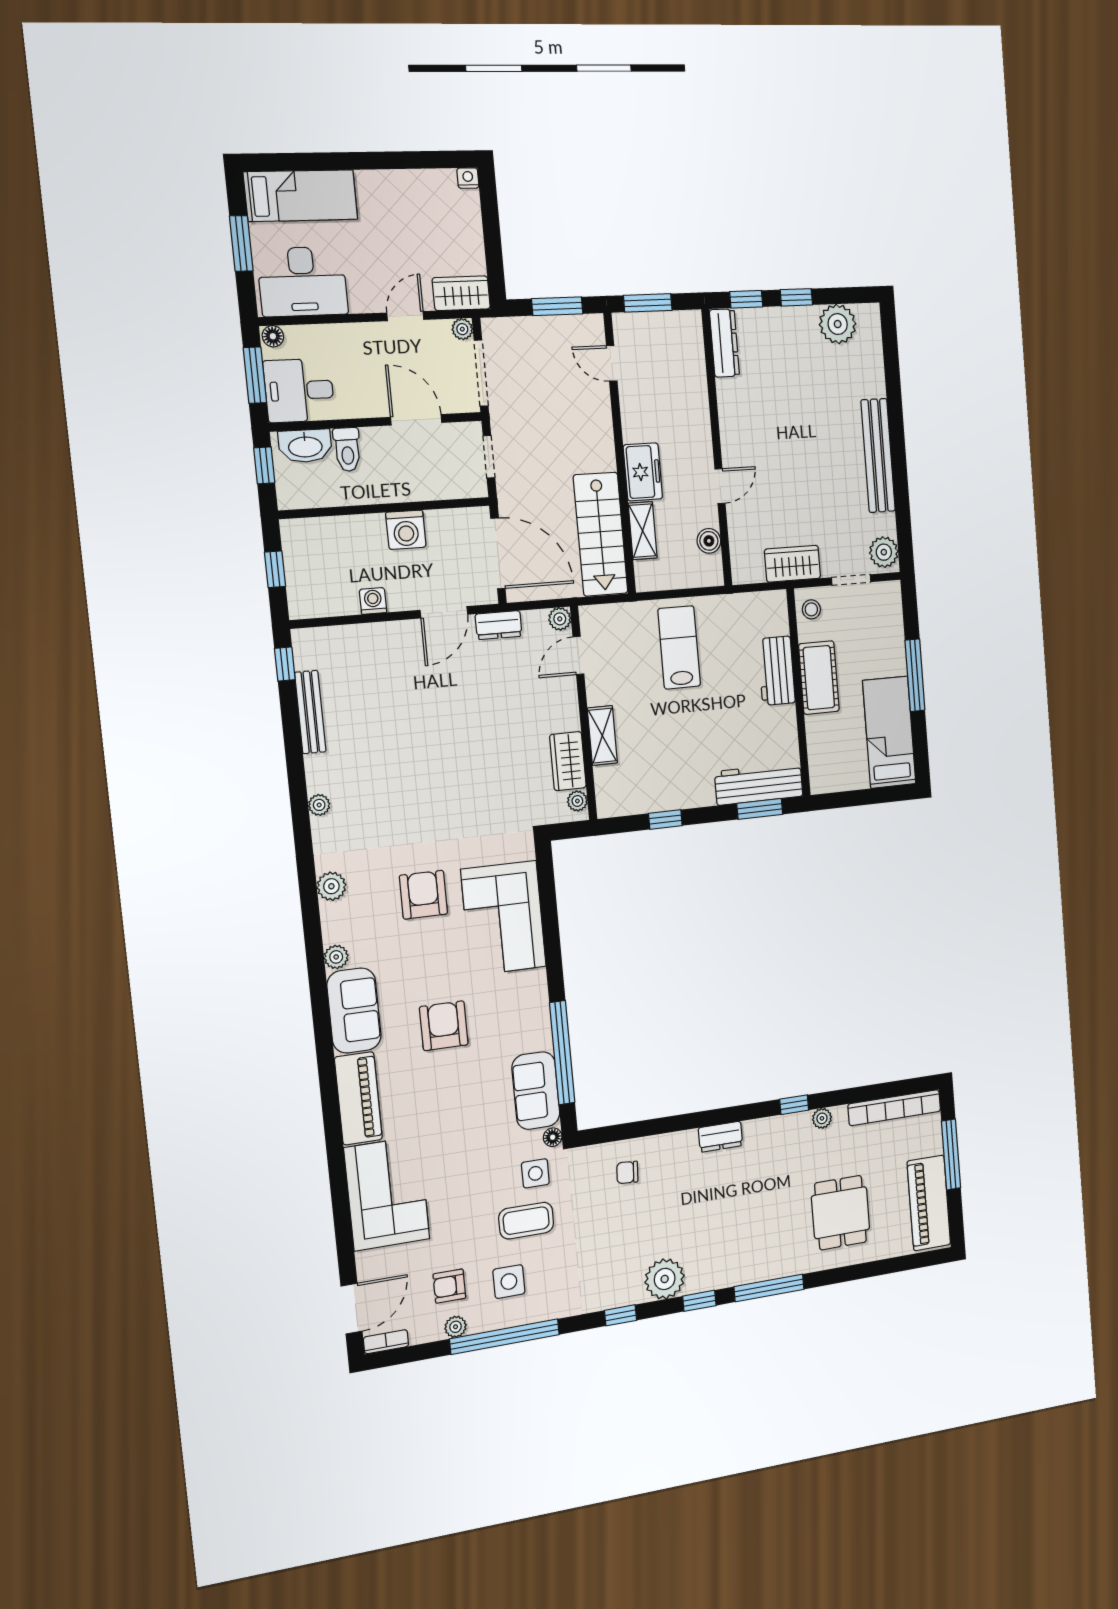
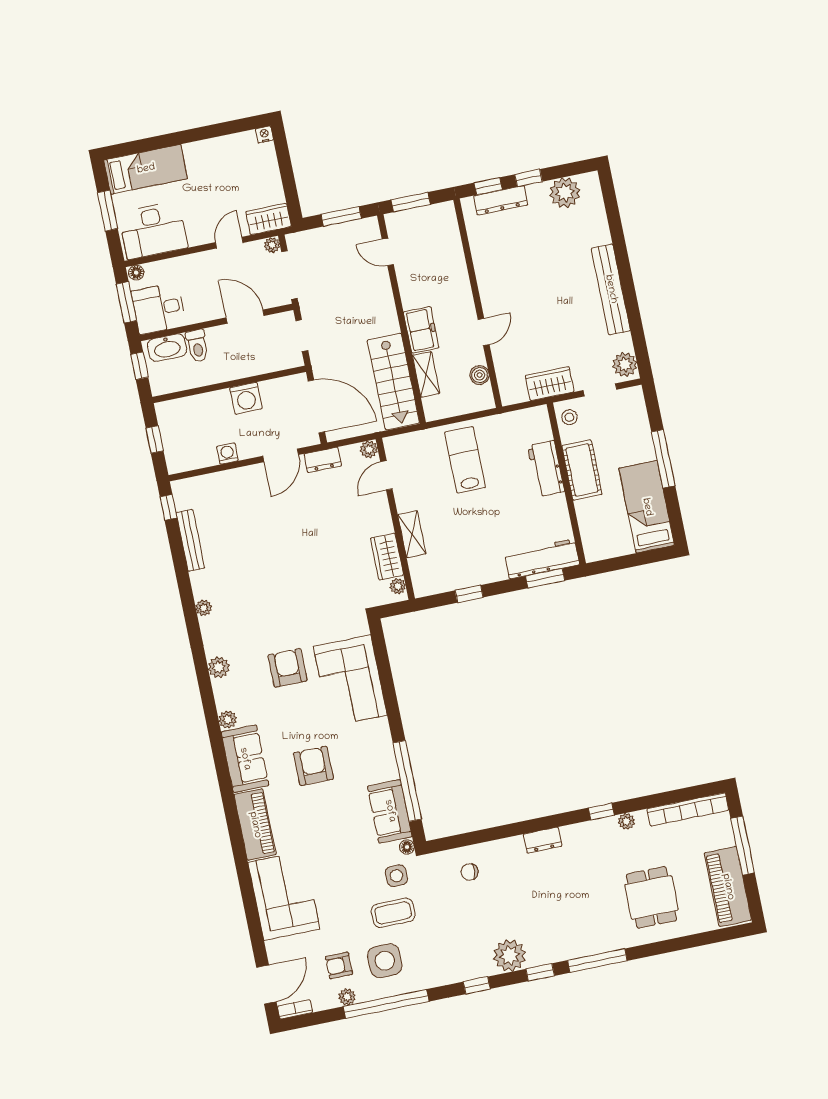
dresser: (724, 343) -> (501, 200), moved, turned 90
side table: (509, 1282) -> (385, 961), width x1.37, depth x1.37

